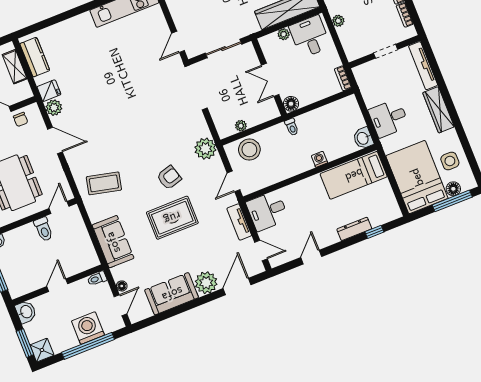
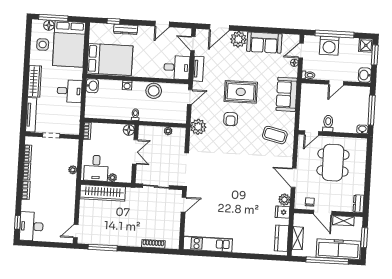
stool: (249, 150) -> (154, 91), moved
bed: (354, 175) -> (110, 59), width x1.50
armchair: (169, 178) -> (231, 119), turned -74

